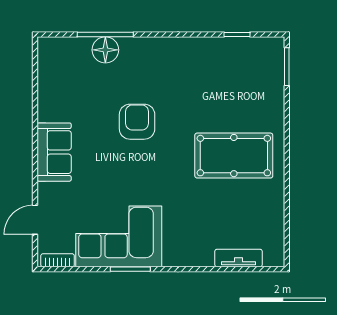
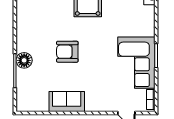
floor lamp: (105, 50) -> (24, 60), moved
sofa: (54, 152) -> (67, 102), moved

